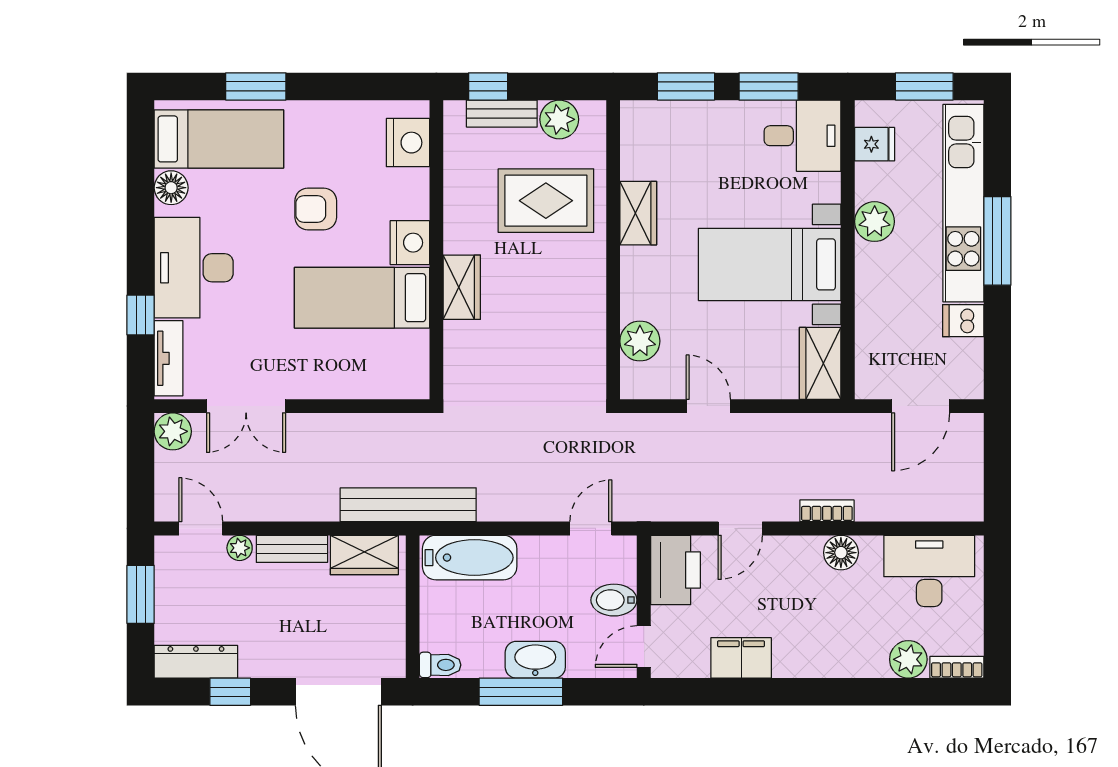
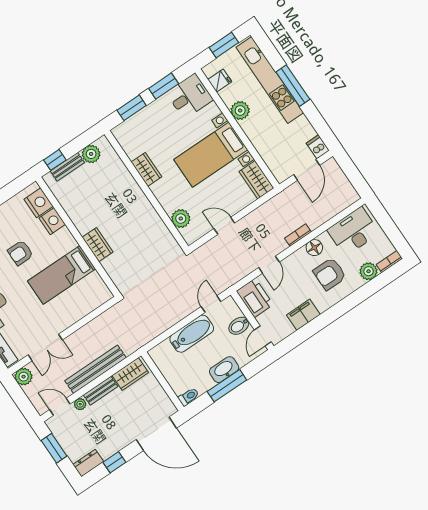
rug: (546, 201) -> (107, 189), removed
nightstand: (410, 243) -> (52, 221), moved
dishwasher: (963, 321) -> (318, 147), moved, turned 90
bench: (408, 505) -> (95, 369), moved
bathtub: (470, 558) -> (192, 334), moved
armchair: (837, 617) -> (330, 274), added
dresser: (196, 662) -> (88, 463), width x0.70

